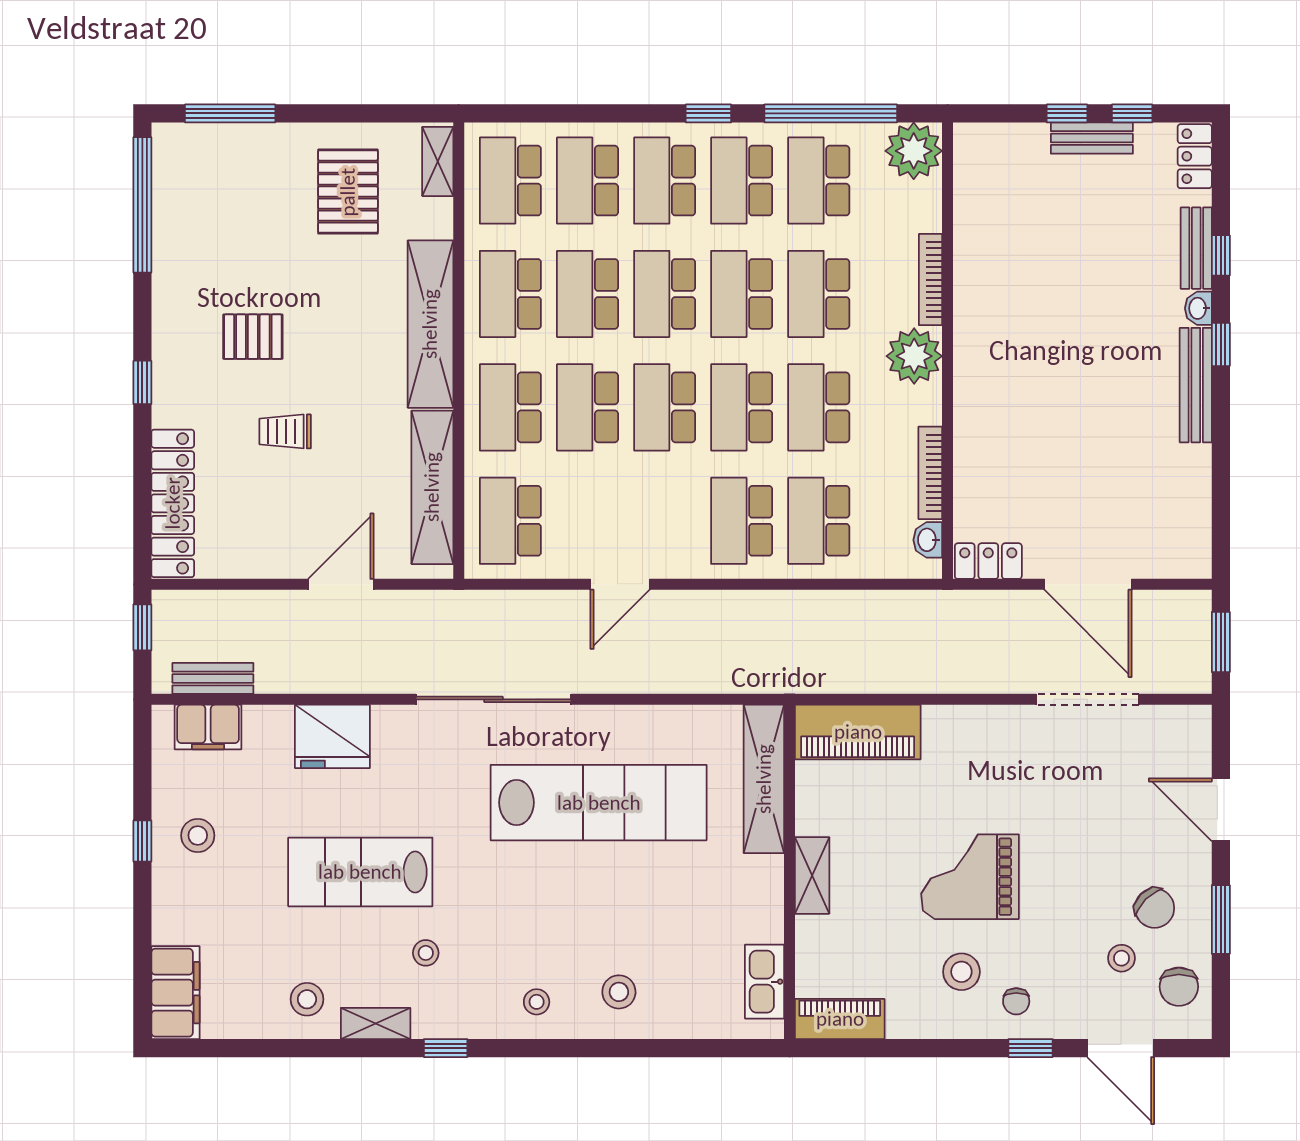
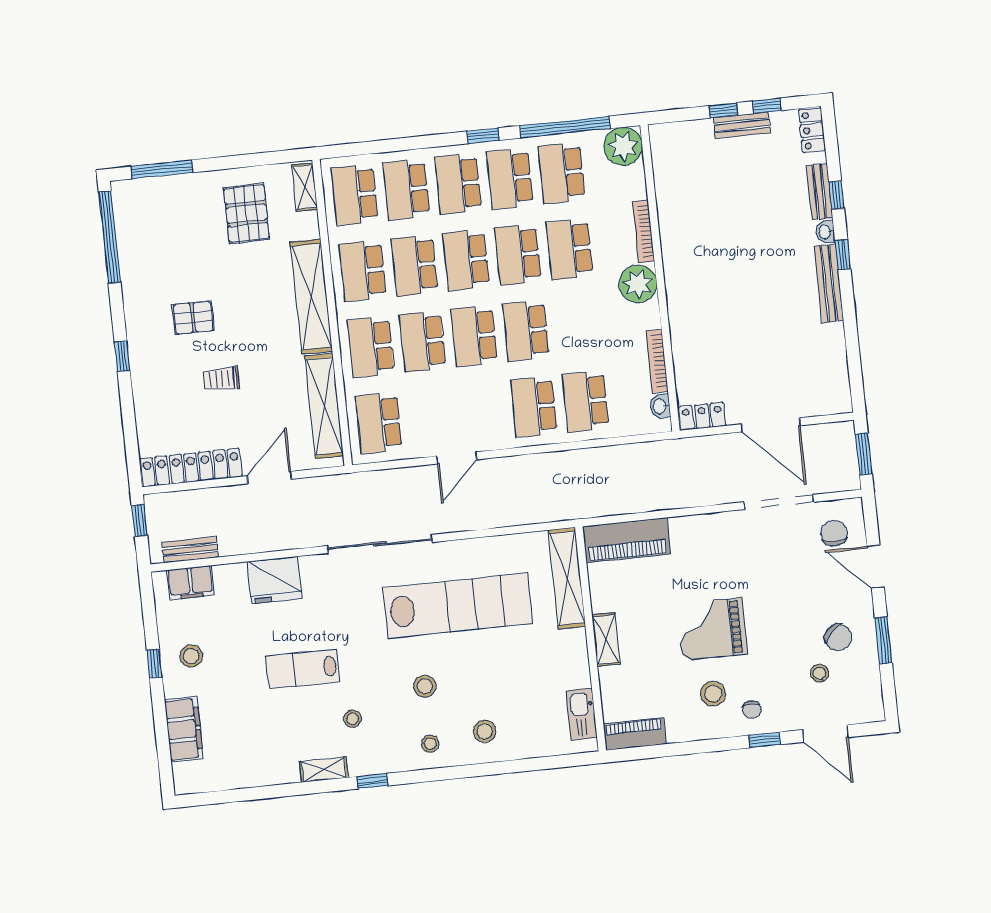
school desk: (819, 407) -> (578, 325), removed
locker: (173, 503) -> (191, 468), moved, turned -90
lab bench: (360, 872) -> (303, 669), width x0.73, depth x0.72
chair: (1179, 987) -> (834, 533), moved, turned 180
filing cabinet: (175, 993) -> (184, 729), moved
stool: (307, 999) -> (425, 686), moved

